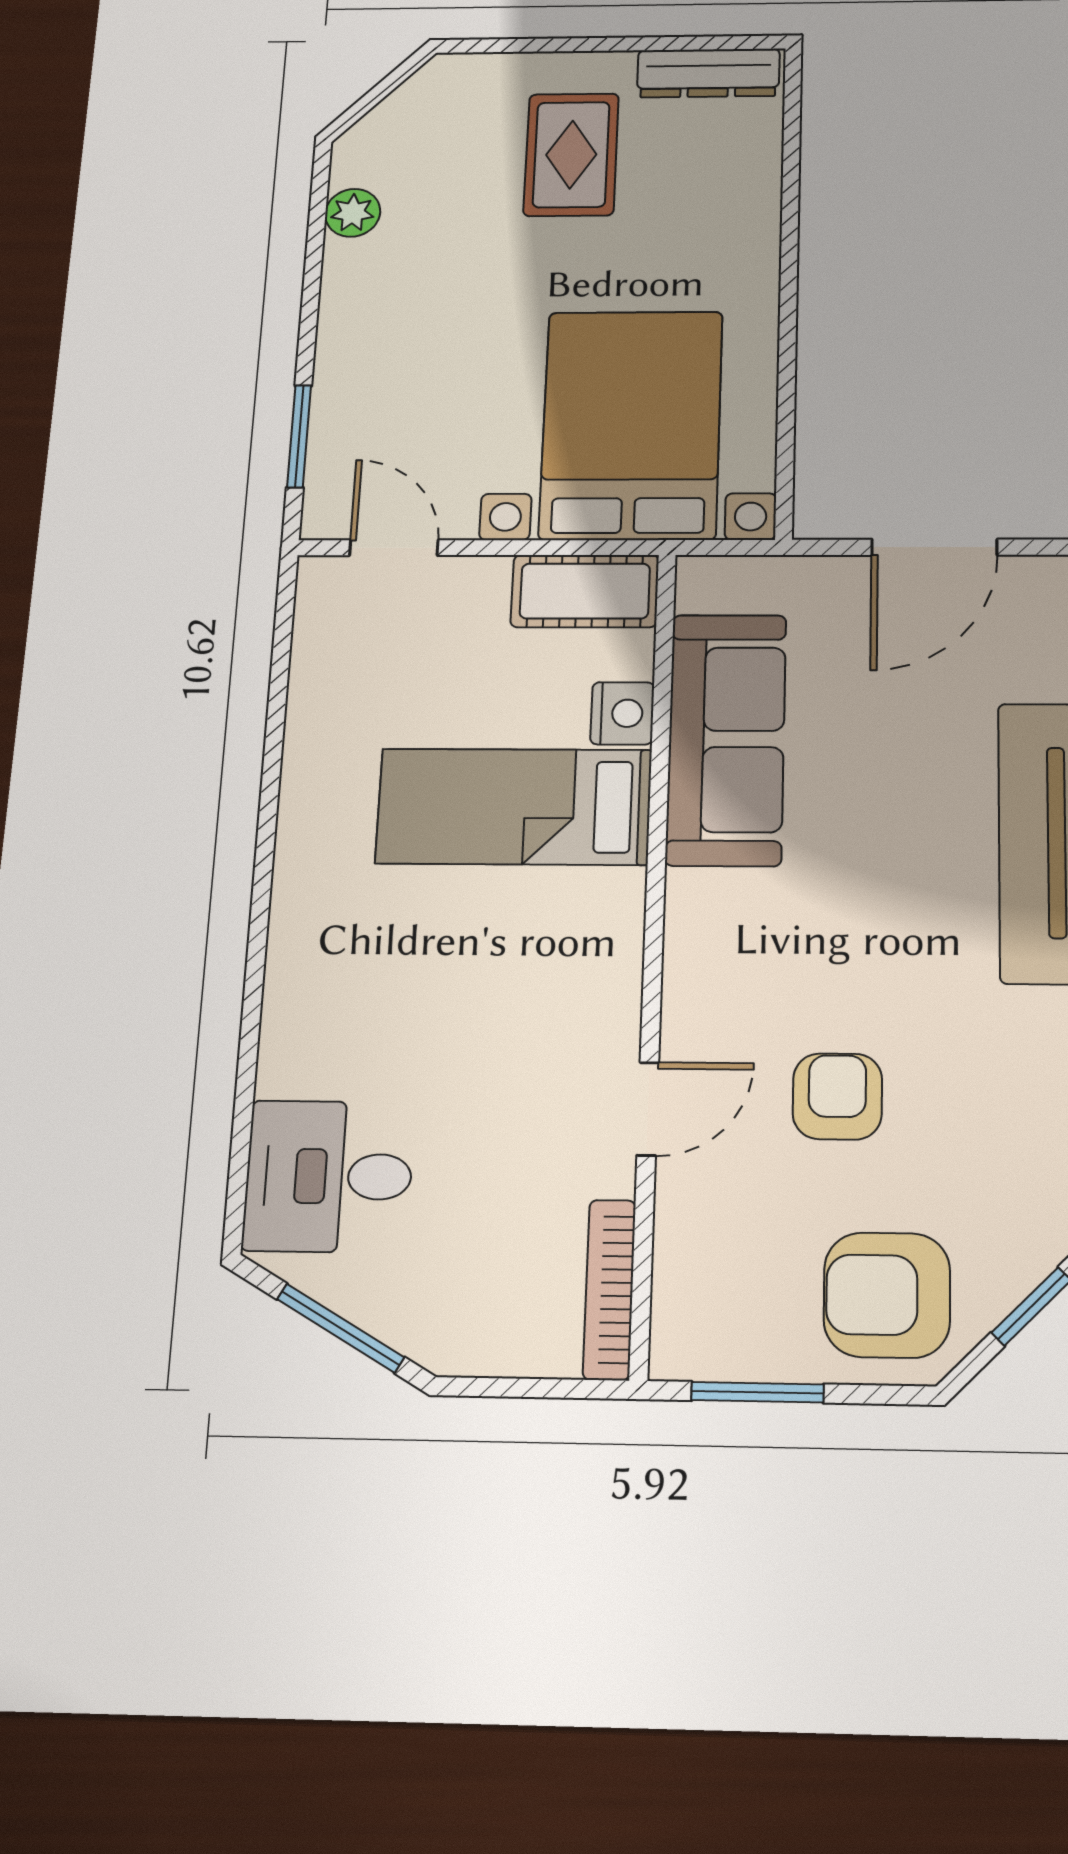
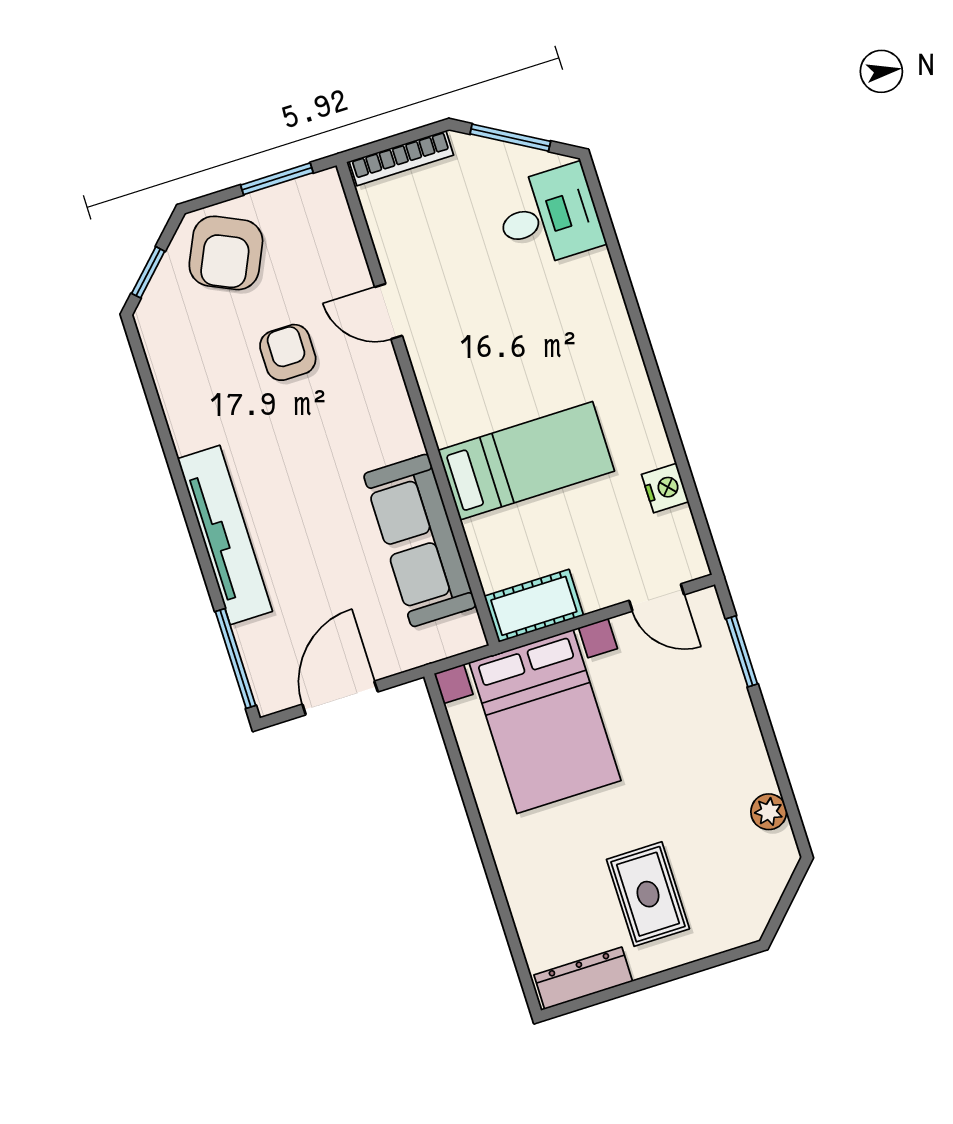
nightstand: (622, 713) -> (665, 488), moved, turned 180
armchair: (837, 1096) -> (288, 352), turned 180
door: (648, 1109) -> (388, 311), hinge flipped
bookcase: (609, 1289) -> (401, 158), moved, turned 90
armchair: (887, 1295) -> (226, 253), turned 115

